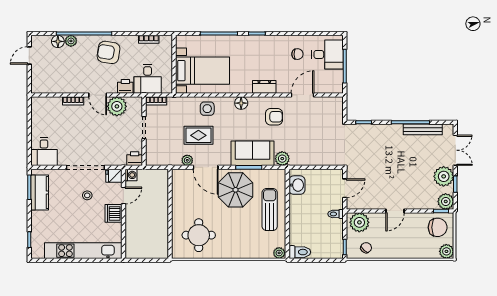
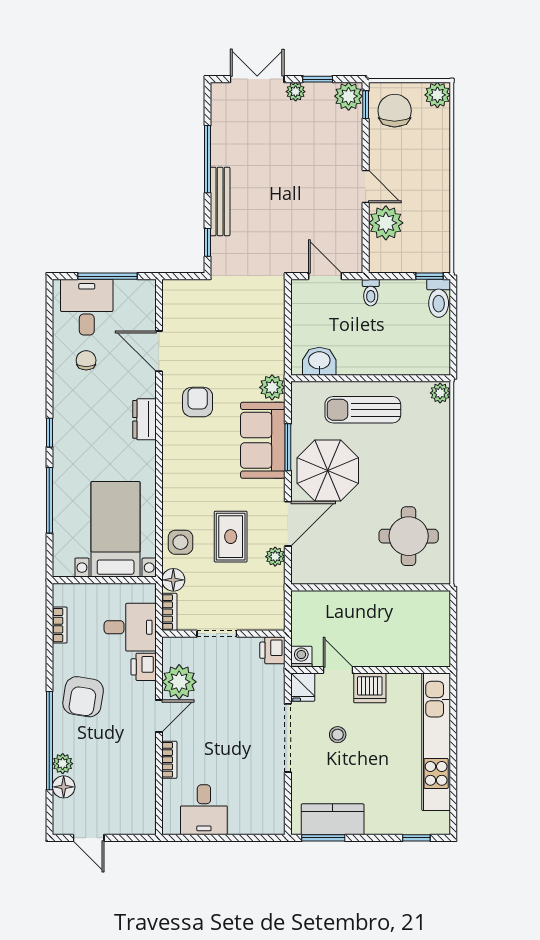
floor lamp: (241, 103) -> (173, 580), moved
side table: (207, 109) -> (180, 542), moved
bench: (423, 129) -> (220, 202), moved
desk: (44, 152) -> (204, 810), moved, turned 90
plant: (444, 176) -> (296, 92), width x0.53, depth x0.53
plant: (359, 222) -> (386, 223), moved
chair: (366, 248) -> (431, 238), removed
toilet: (300, 252) -> (439, 298), moved, turned 180

